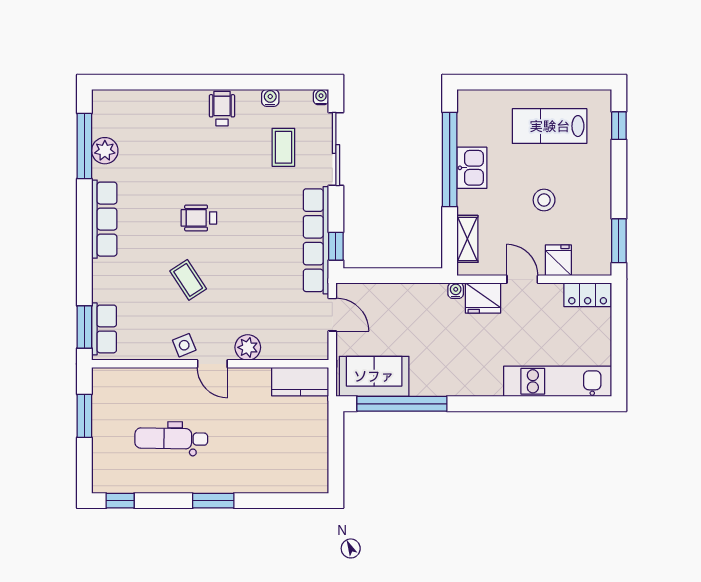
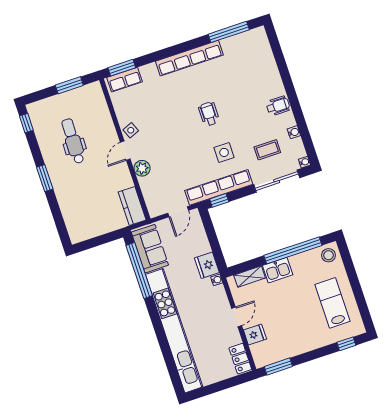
plant: (105, 151) -> (230, 45), removed
kitchen sink: (472, 168) -> (278, 270), moved
stool: (544, 200) -> (328, 255), moved
side table: (265, 214) -> (224, 152), added
row of seats: (104, 219) -> (189, 58), width x1.36
coffee table: (188, 280) -> (170, 120), removed
fridge: (483, 298) -> (207, 265), moved
kitchen unit: (558, 381) -> (174, 331), width x1.86

